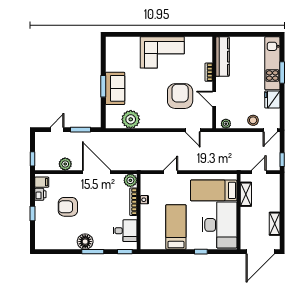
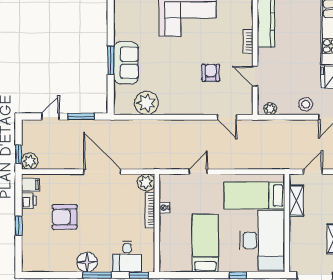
armchair: (180, 96) -> (211, 73), width x0.53, depth x0.53
plant: (65, 164) -> (30, 161), moved
desk: (125, 231) -> (127, 257), moved, turned 90

